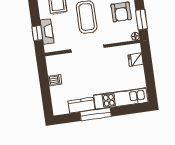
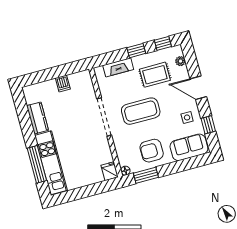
window: (37, 33) -> (136, 51), moved
fridge: (136, 60) -> (110, 171), moved
window: (96, 114) -> (37, 164), moved

